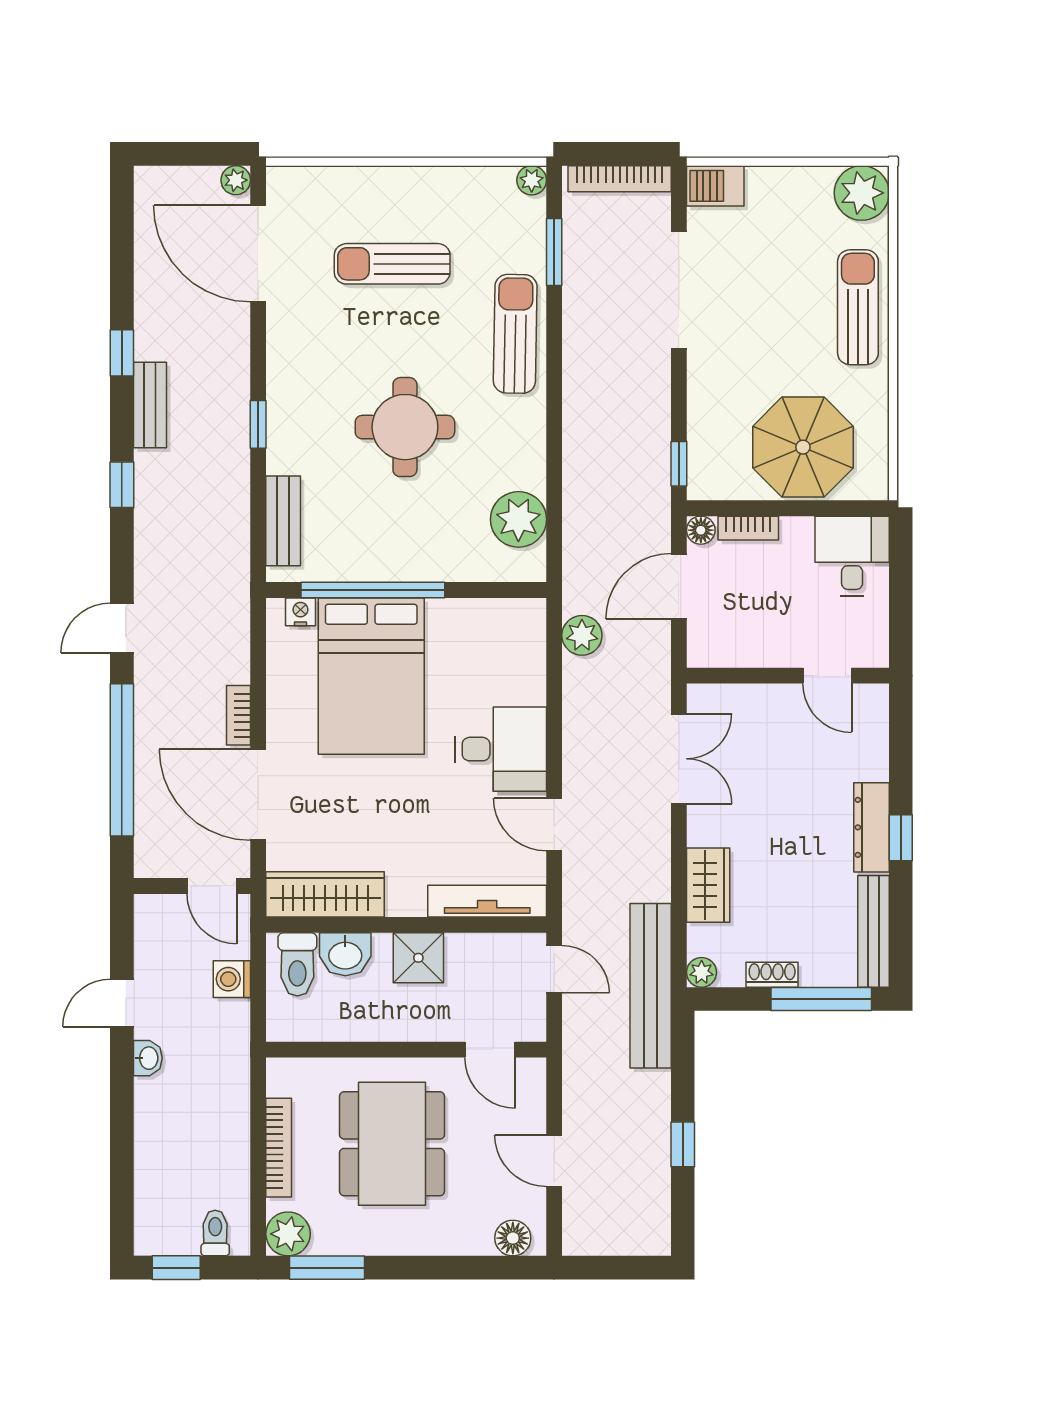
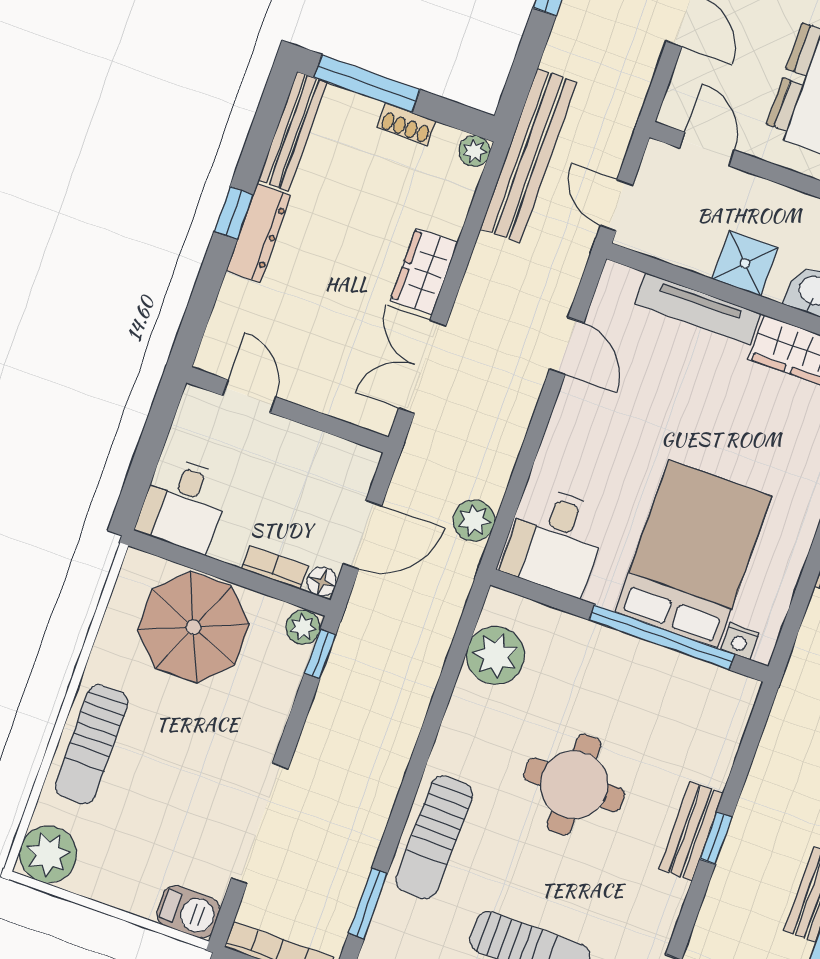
plant: (703, 483) -> (303, 627), added
bench: (283, 521) -> (691, 831), moved
desk: (501, 749) -> (555, 541), moved, turned -90
wardrobe: (708, 885) -> (424, 271), moved
tv unit: (487, 901) -> (698, 309), moved

